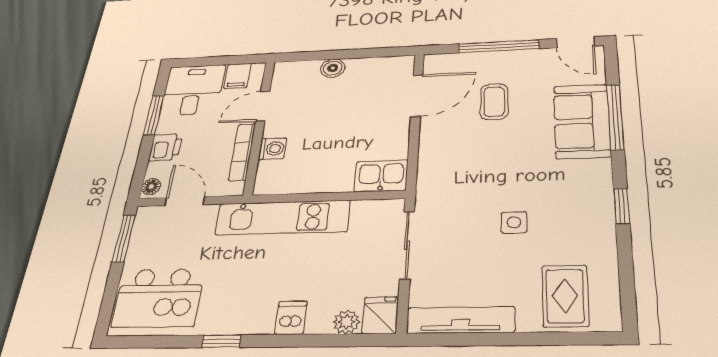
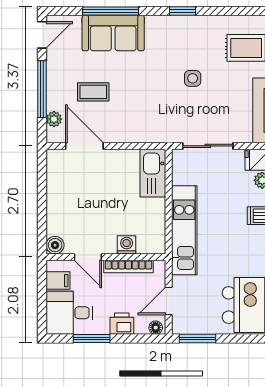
plant: (456, 61) -> (54, 119), added
boiler: (333, 68) -> (55, 245), moved
kitchen sink: (381, 176) -> (153, 173), width x1.38

